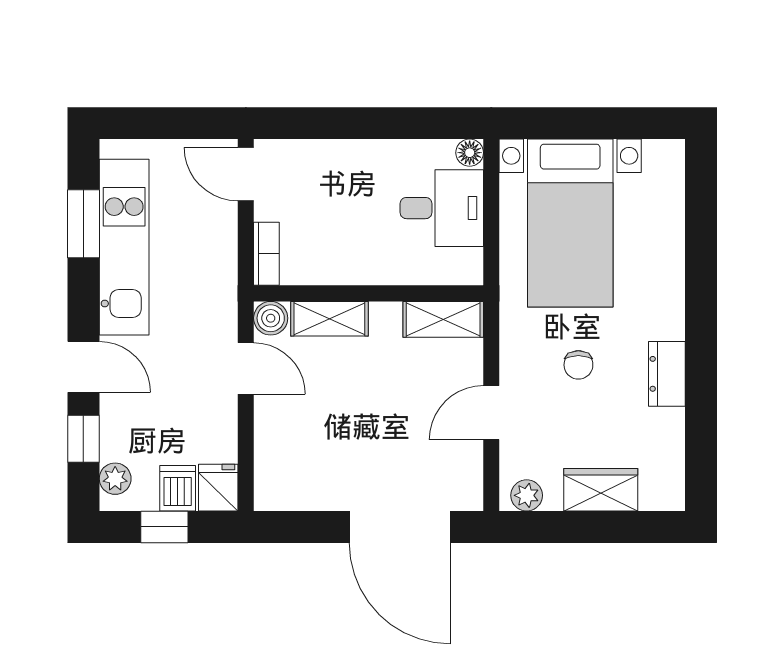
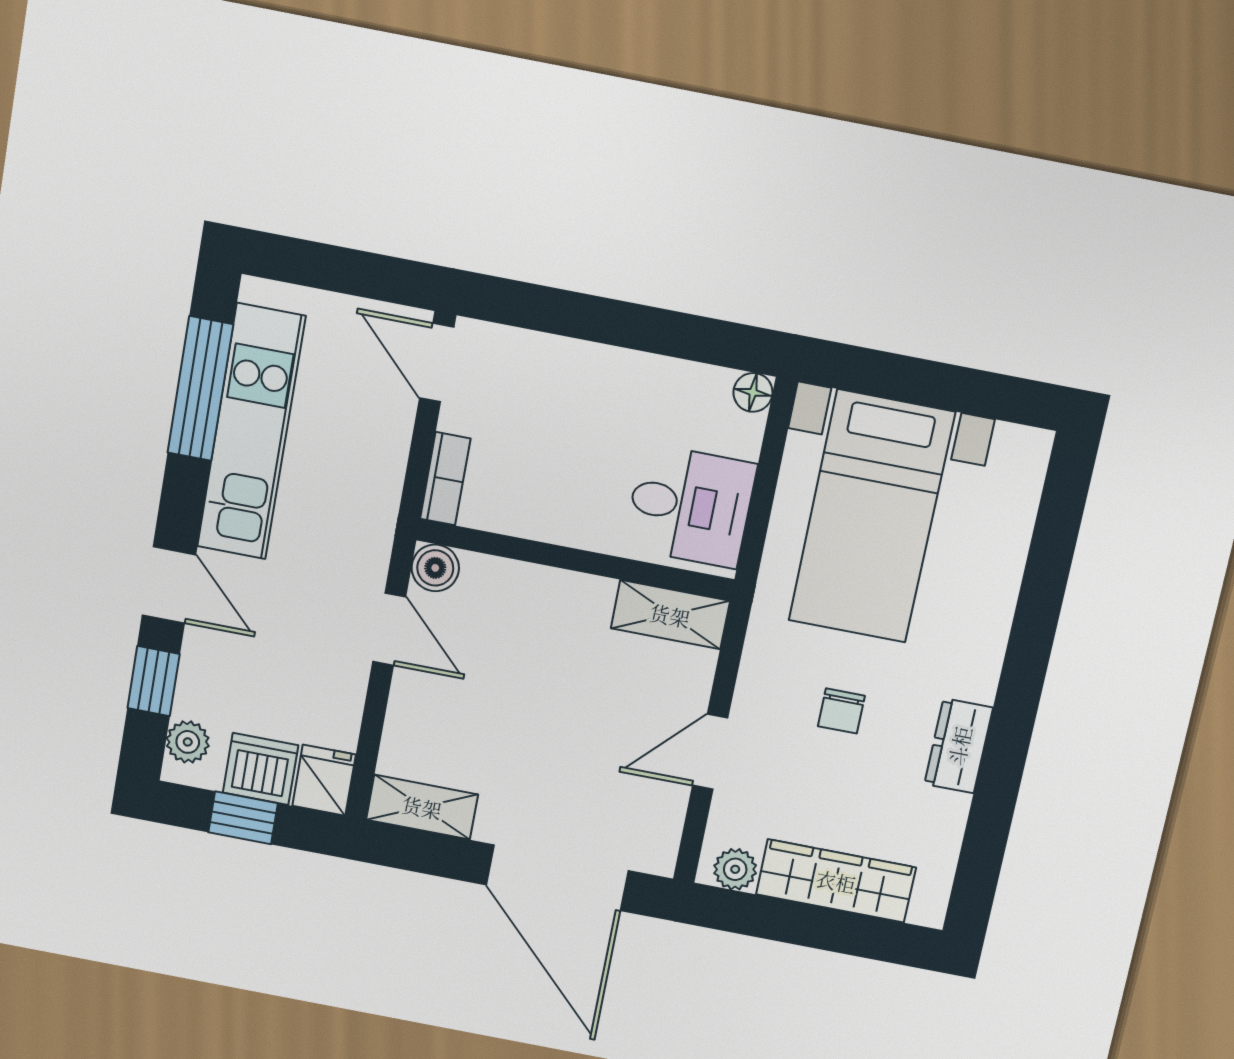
desk: (442, 208) -> (690, 506), moved
window: (83, 224) -> (200, 389), width x1.44
shelving: (329, 319) -> (422, 807), moved
dishwasher: (178, 488) -> (261, 769), width x1.38
wardrobe: (601, 490) -> (836, 881), width x1.50

